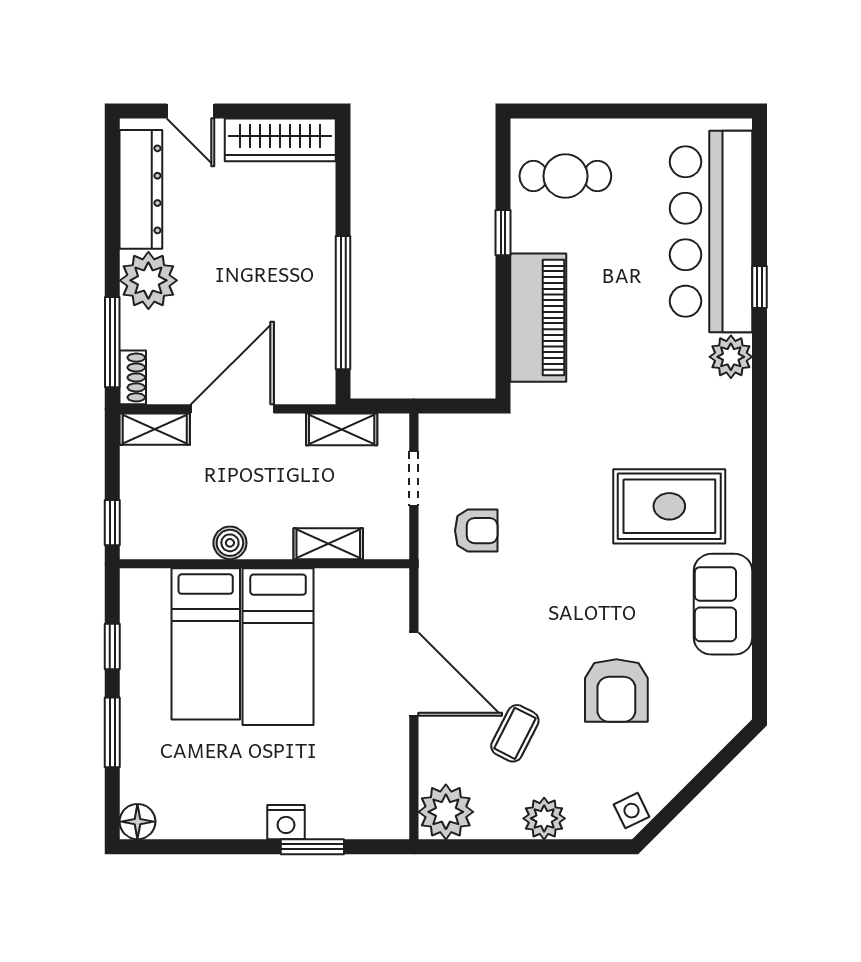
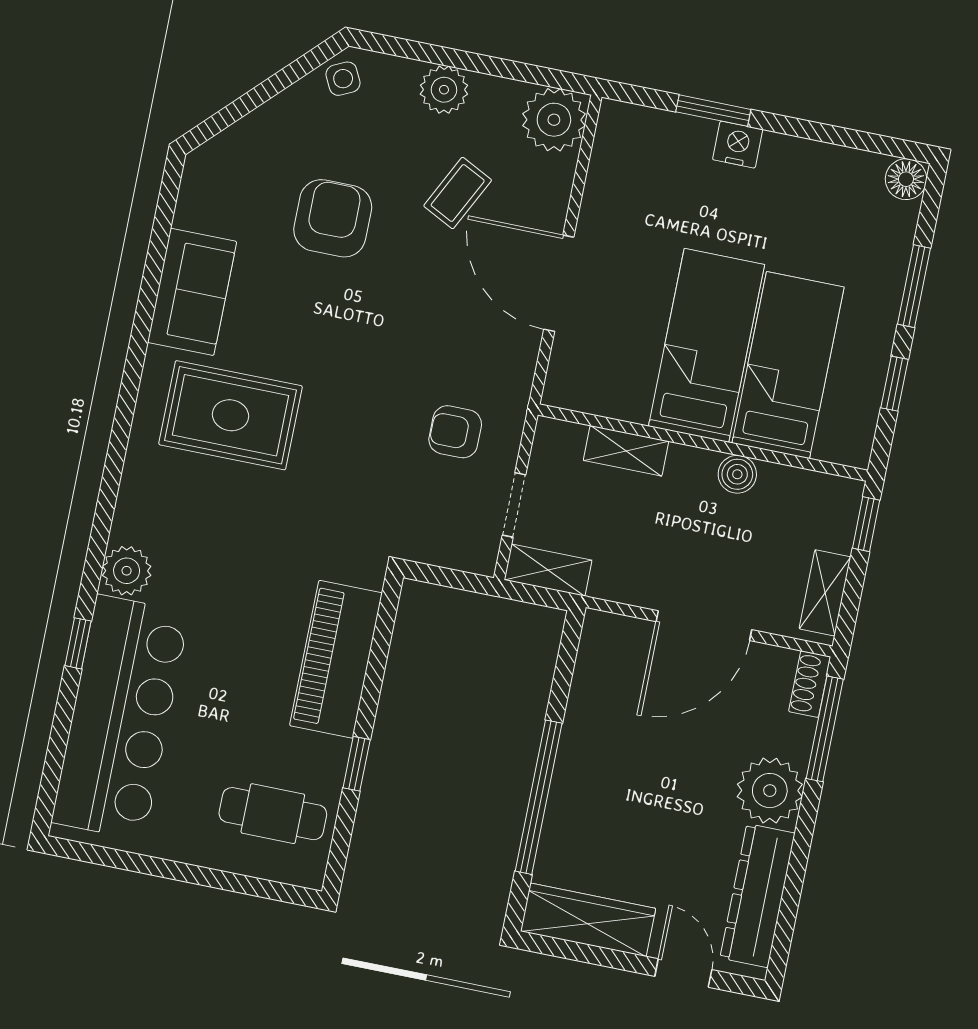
window: (343, 303) -> (539, 797), moved
shelving: (155, 429) -> (825, 593), moved, turned 90
shelving: (342, 429) -> (548, 570), moved

